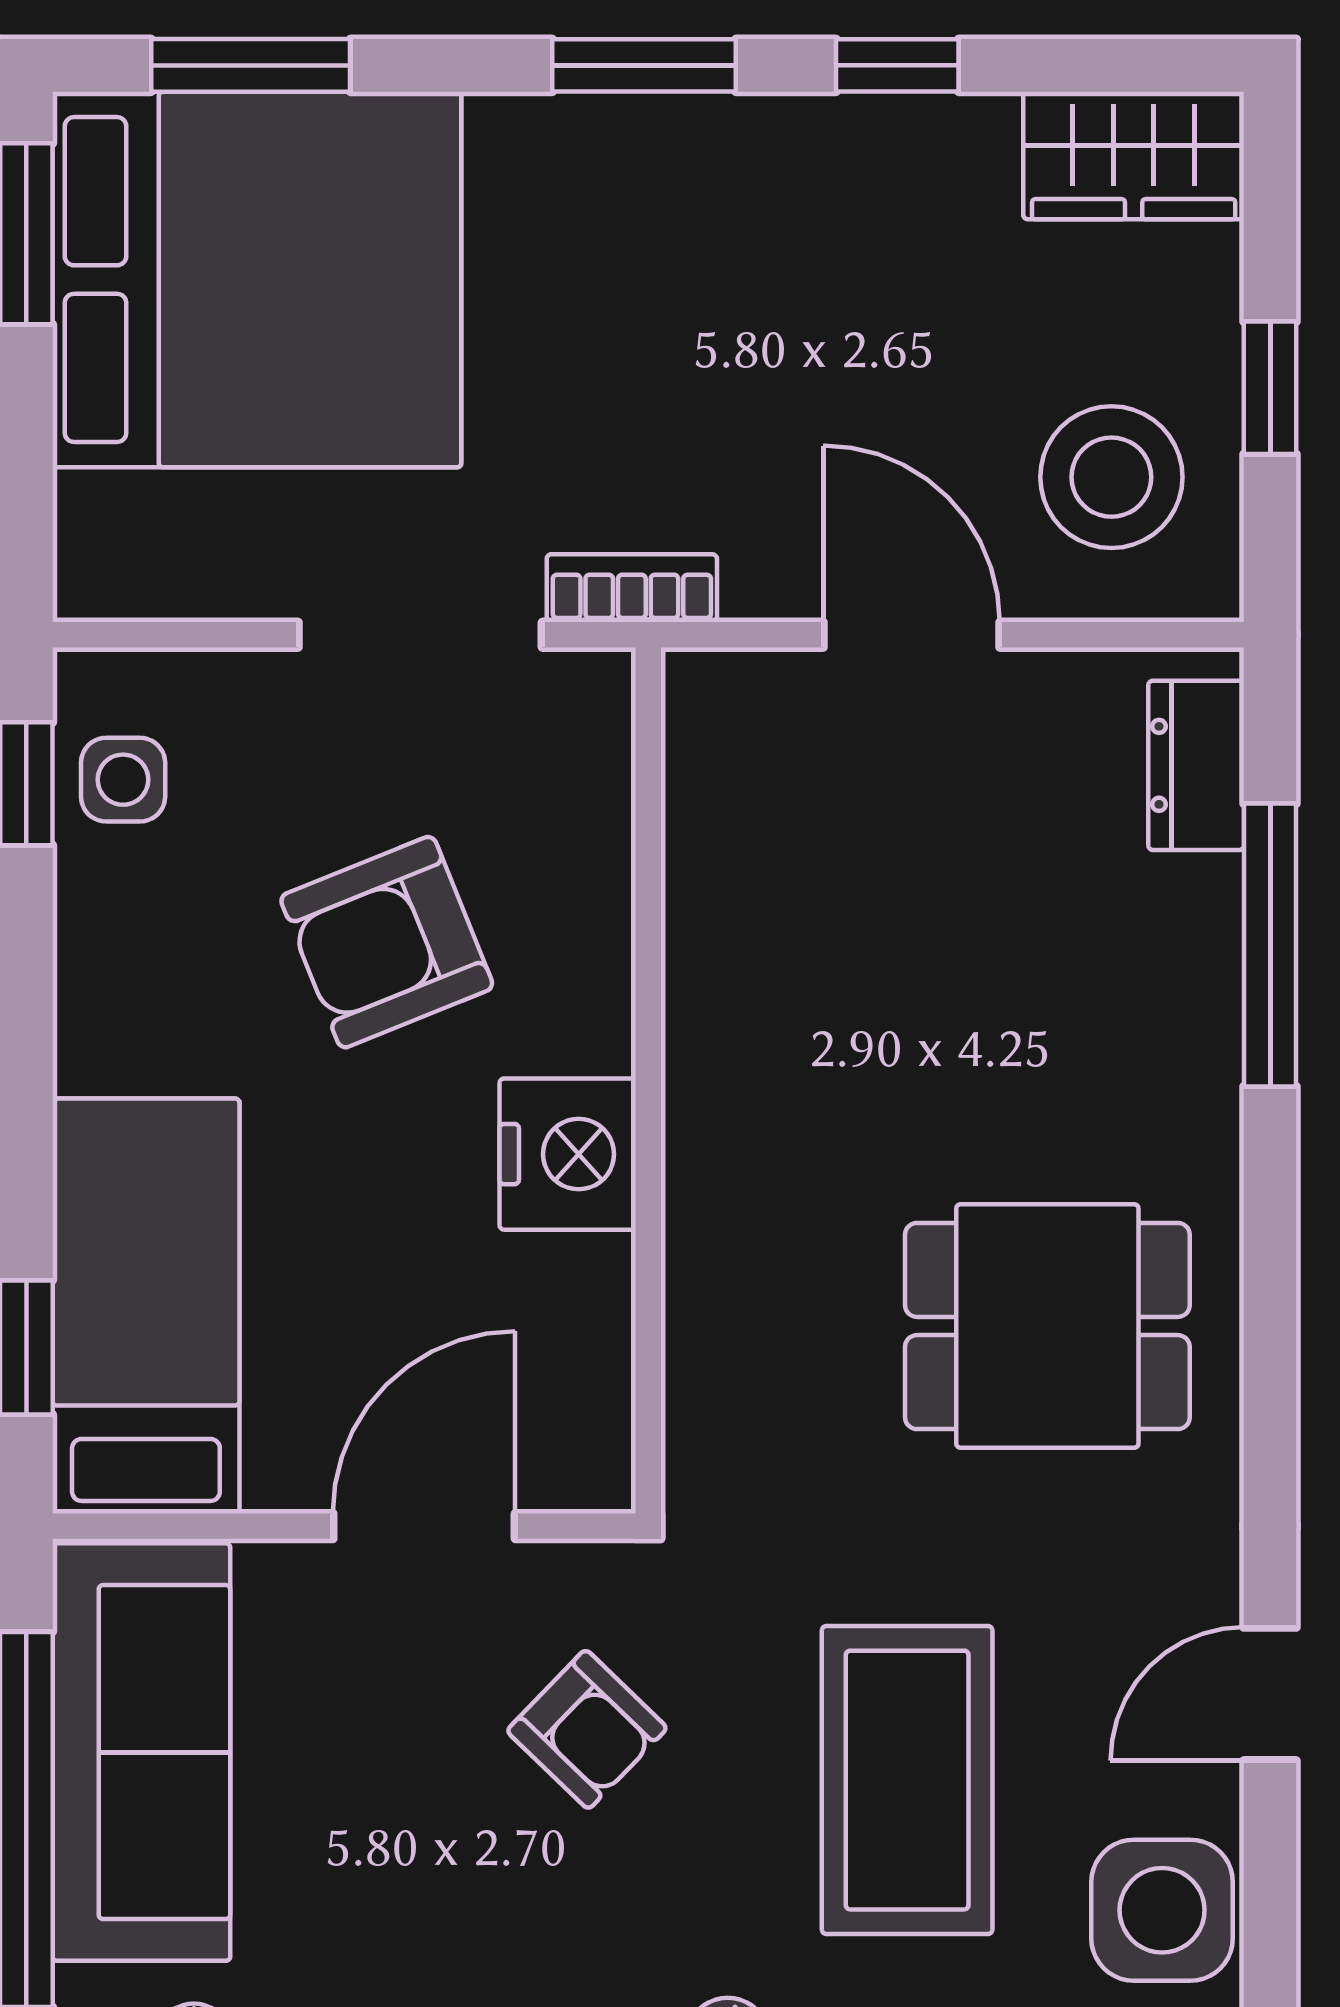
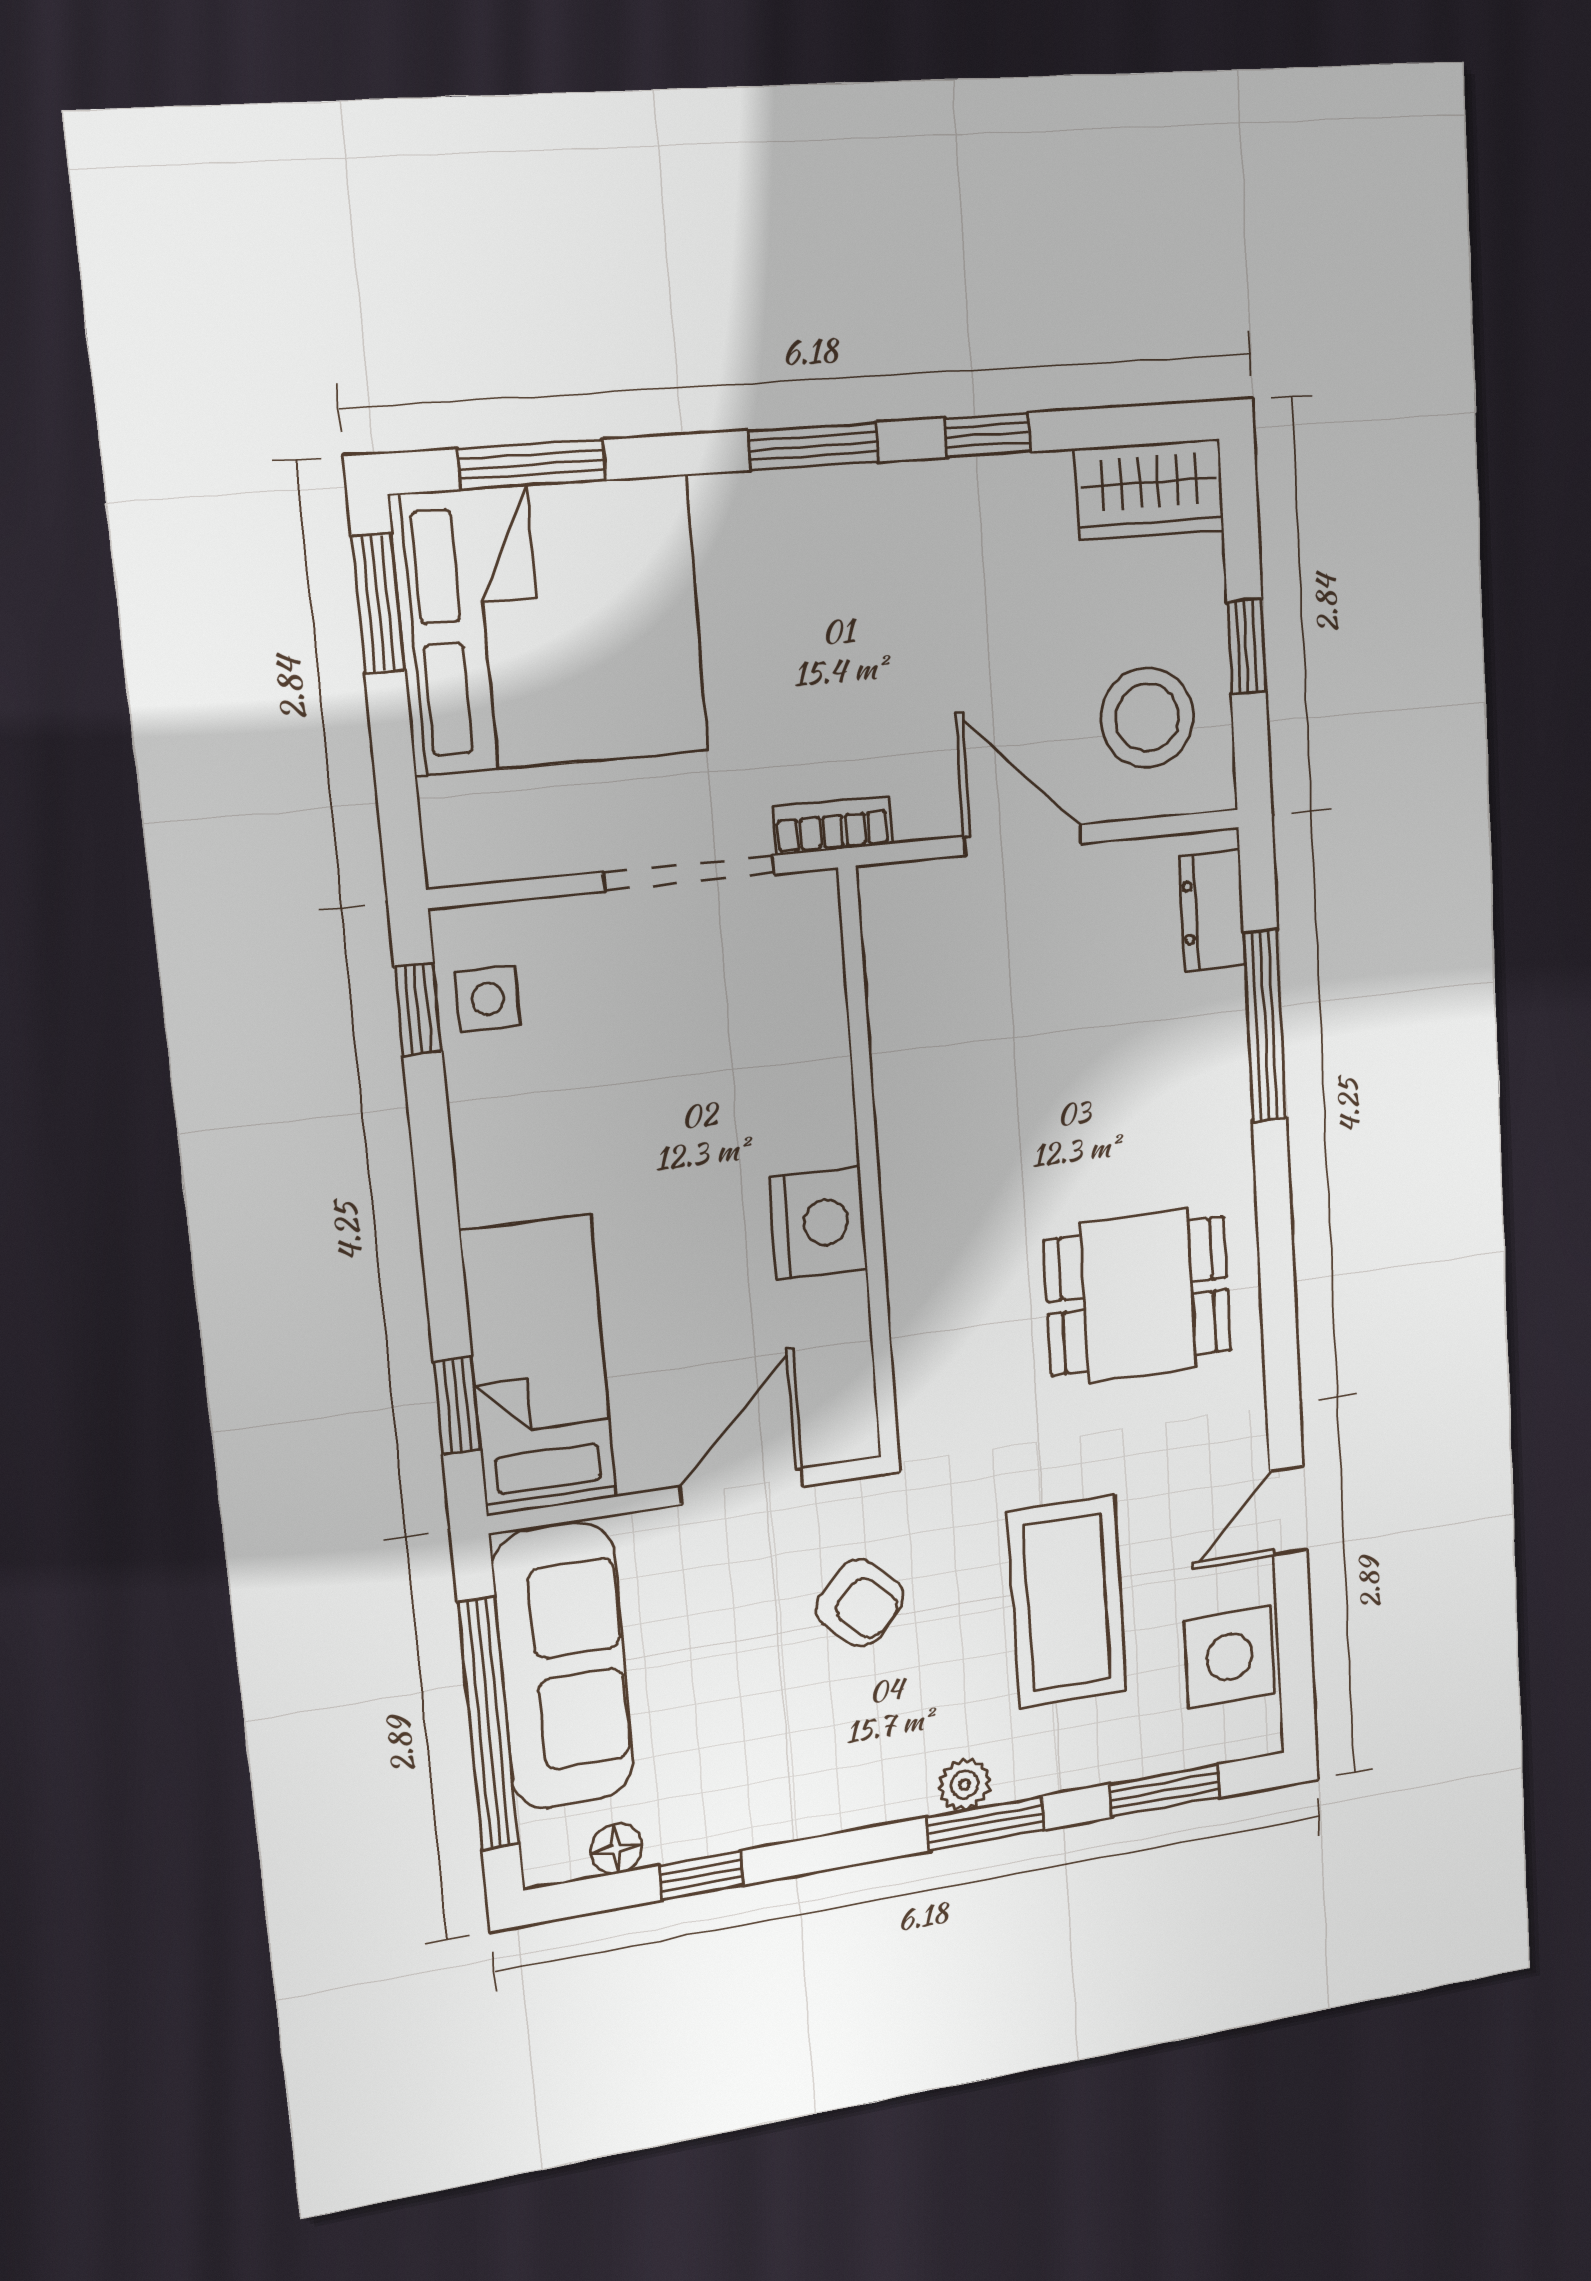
armchair: (387, 942) -> (684, 1093), removed

